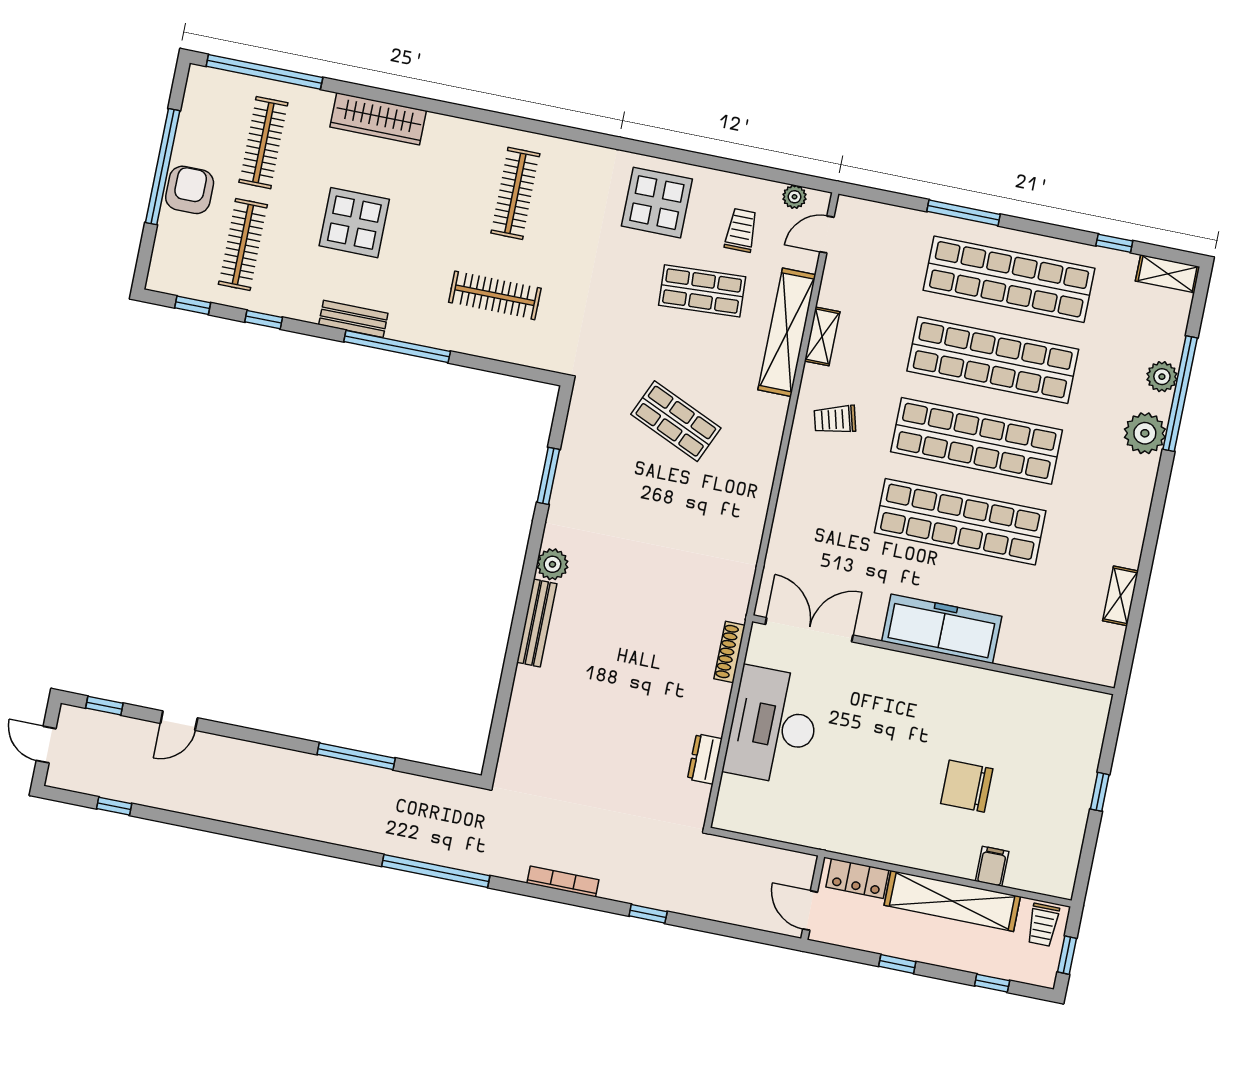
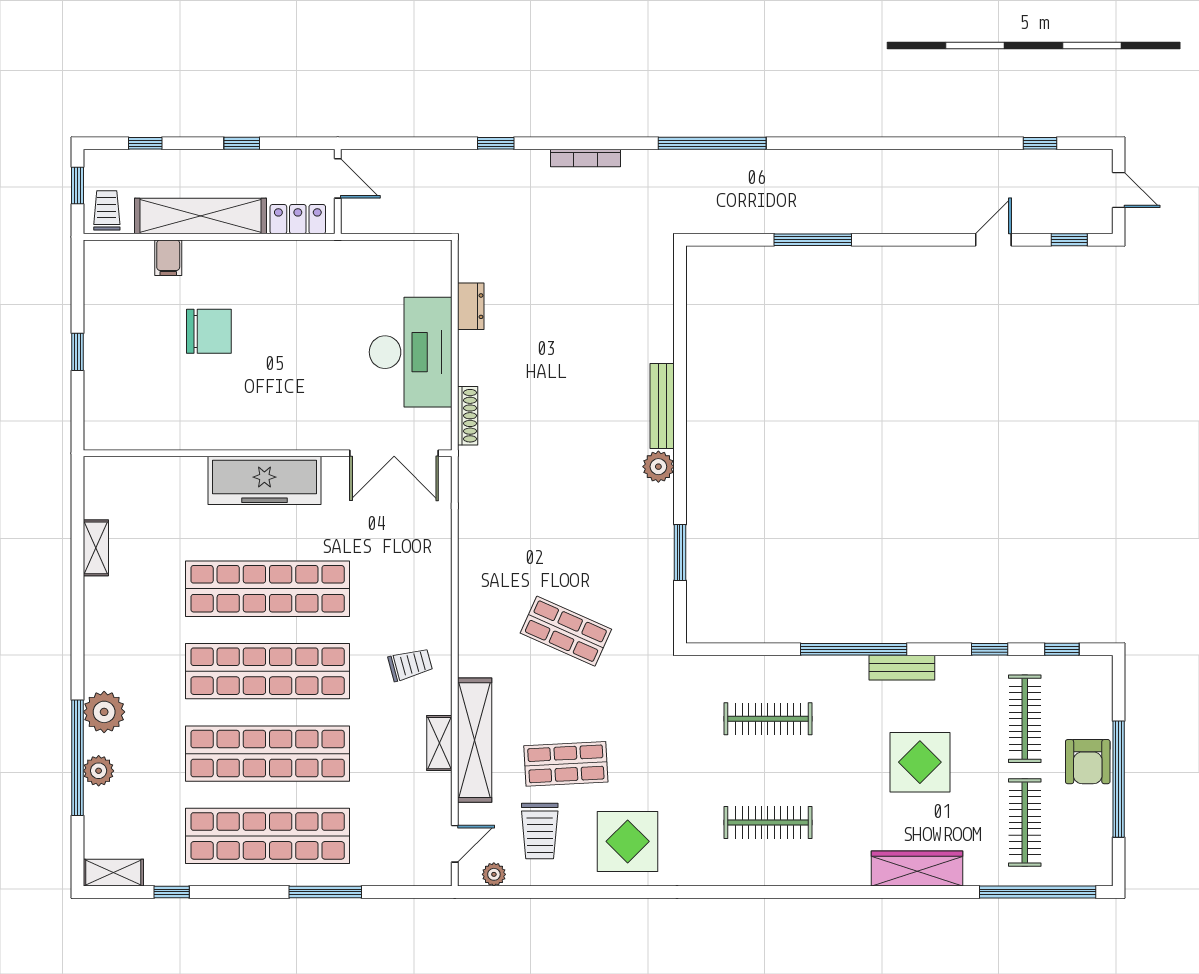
clothes rail: (515, 193) -> (768, 823), turned 90
trolley: (741, 230) -> (540, 831), width x1.36, depth x1.39

